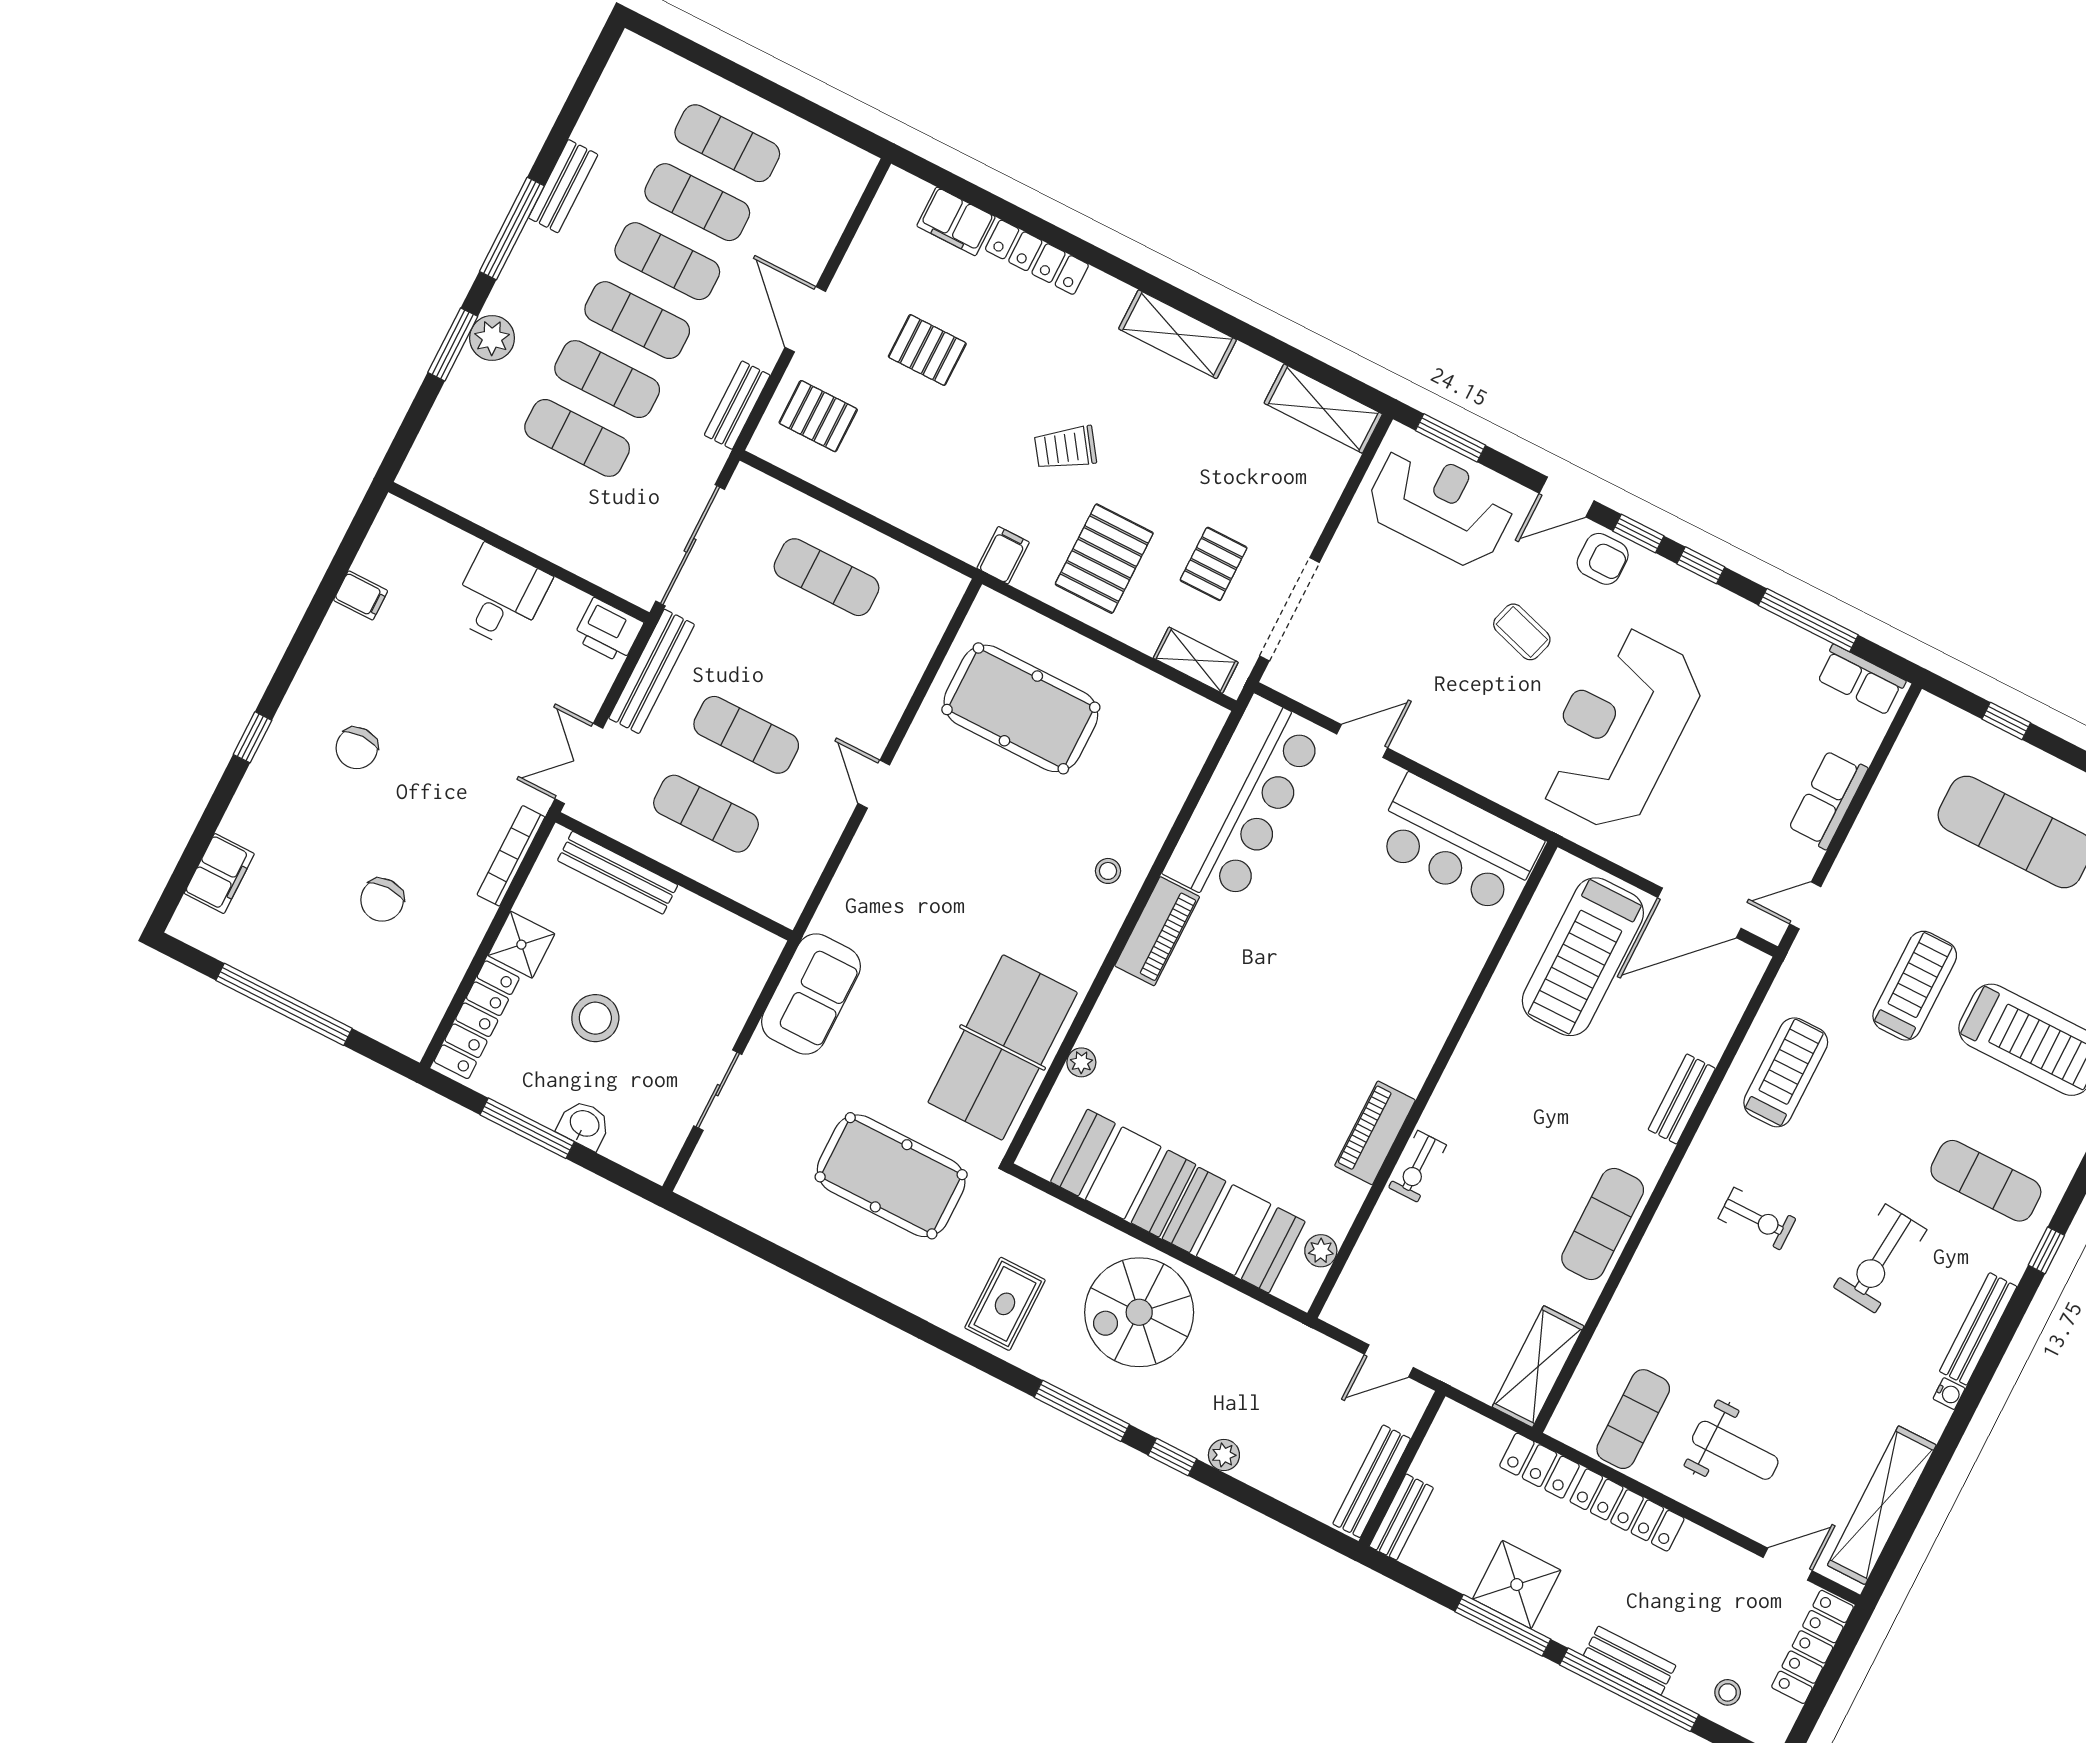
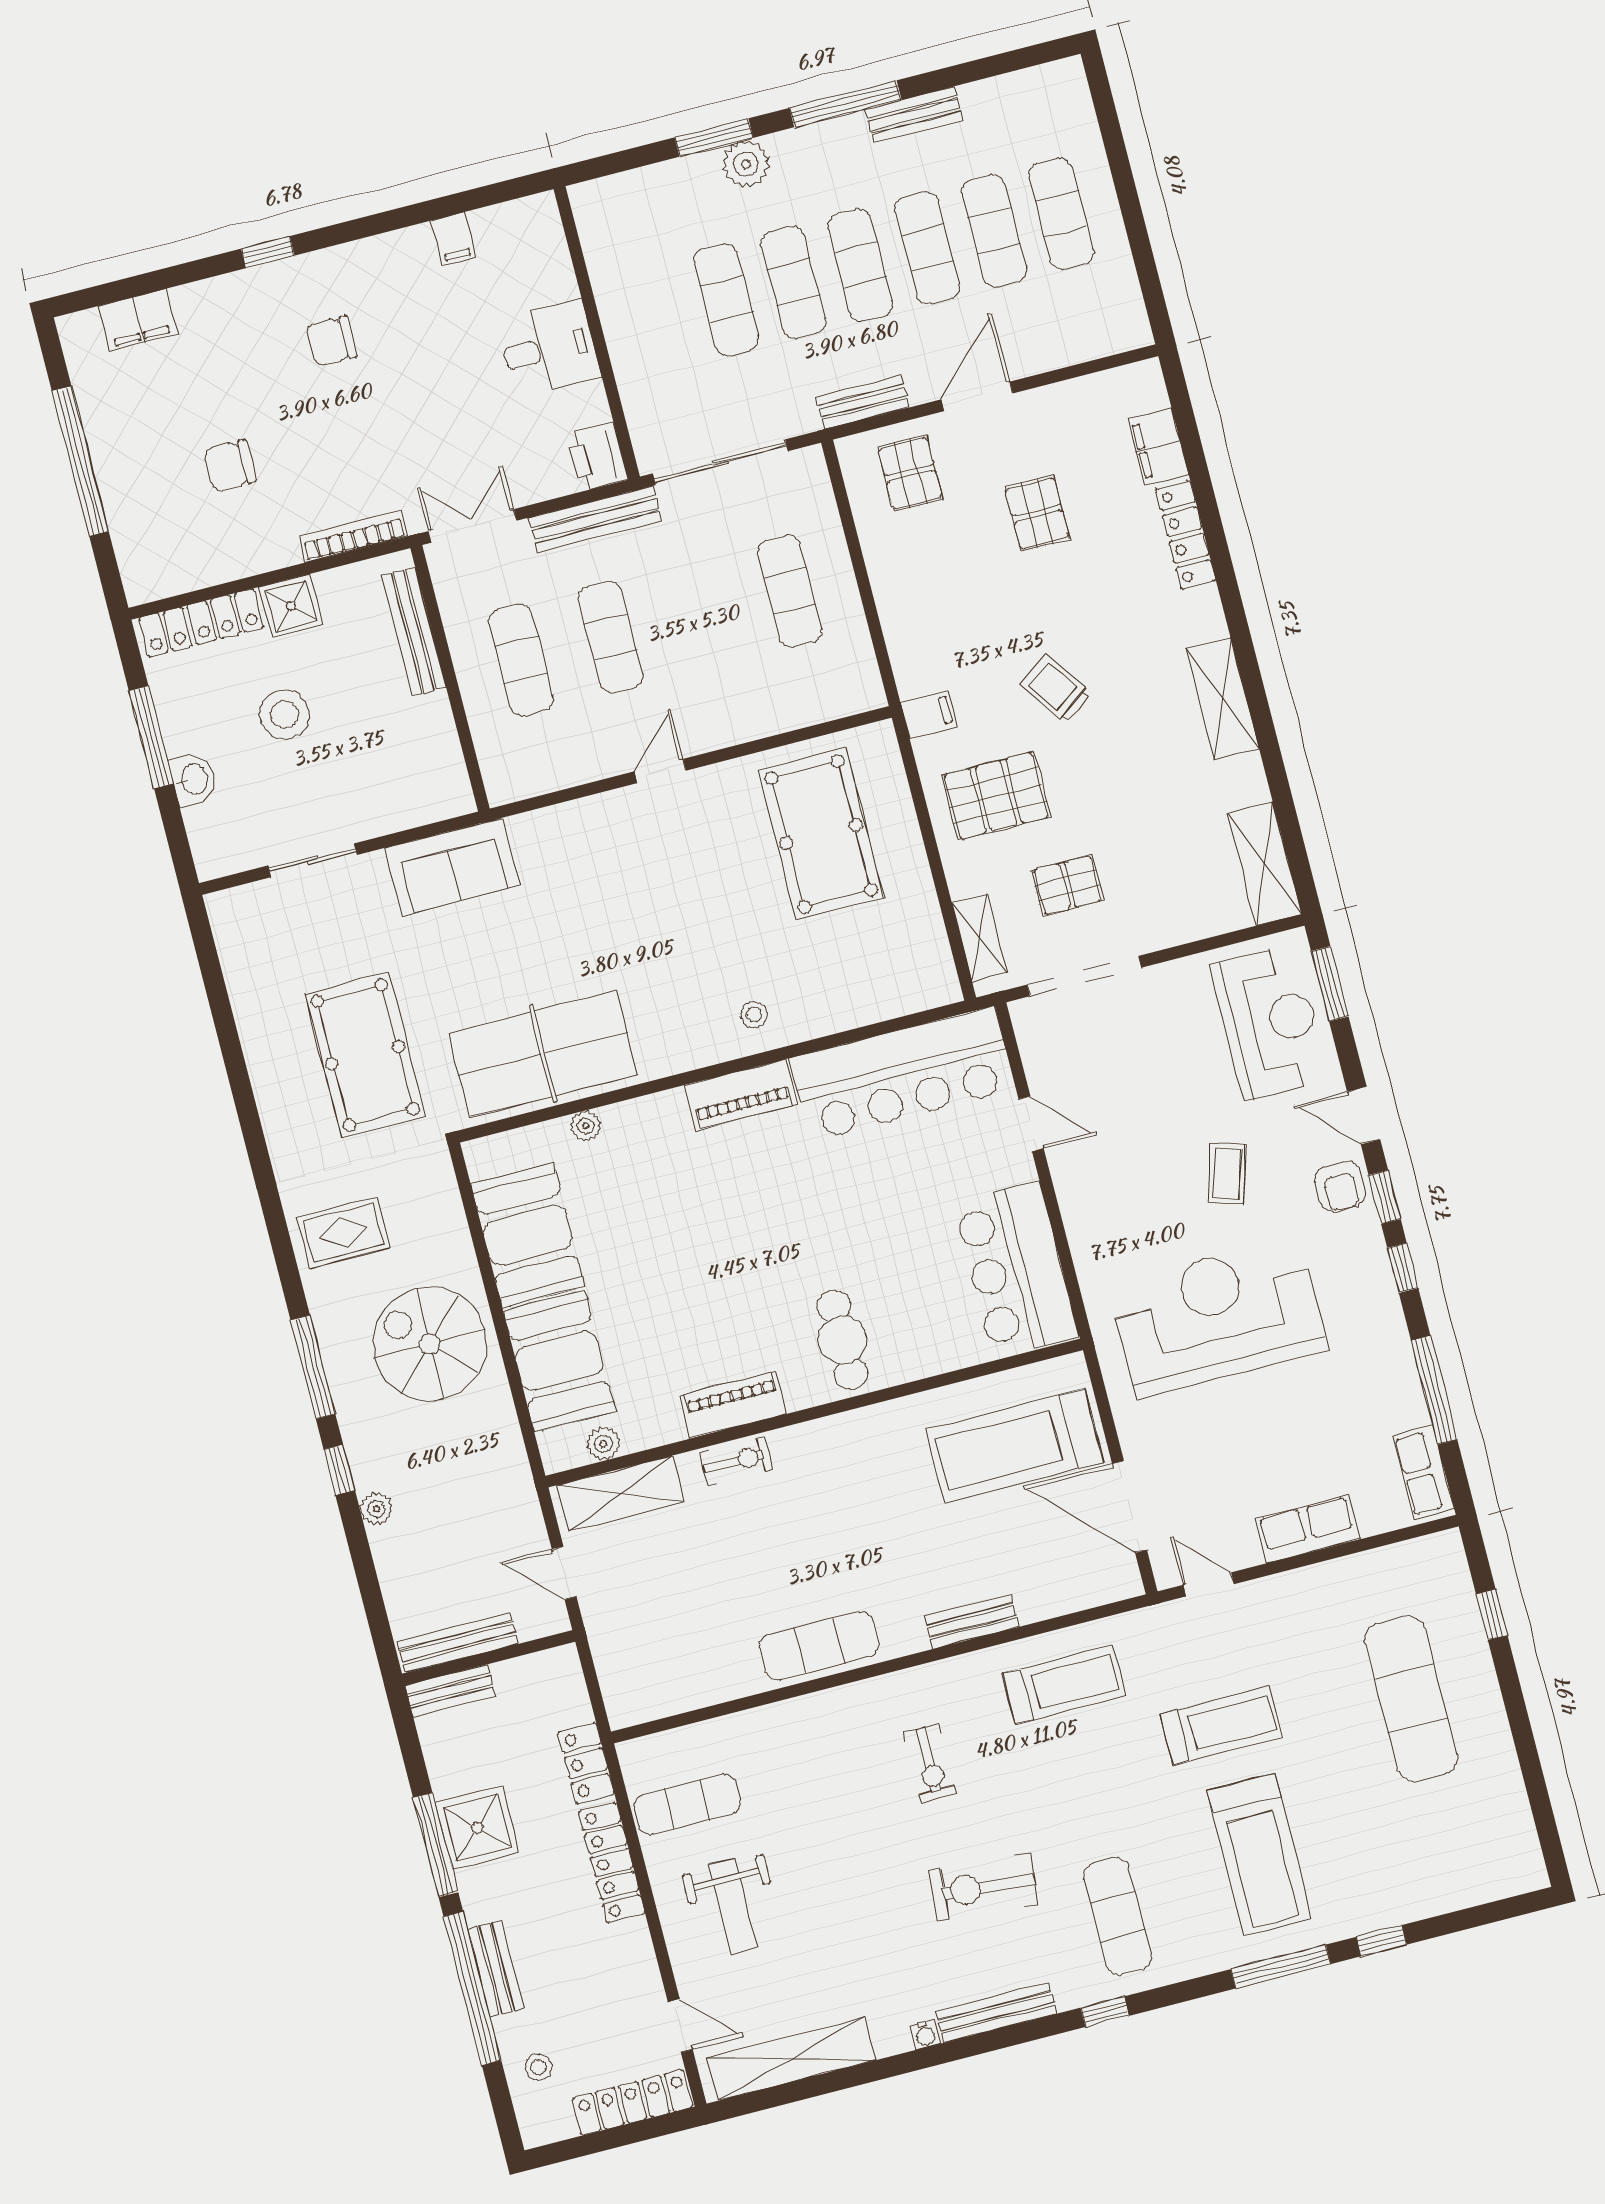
cafe table: (1398, 1014) -> (842, 1340), added
exercise bike: (1417, 1166) -> (736, 1461), turned 180
shelving: (1538, 1367) -> (620, 1494), moved

